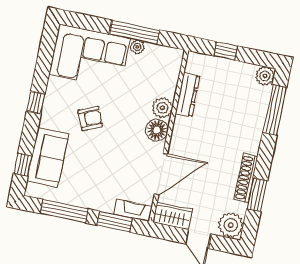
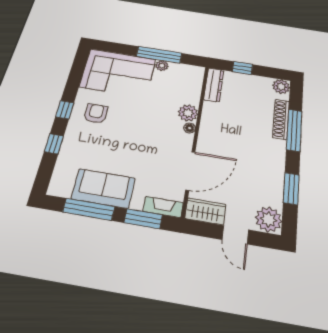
dresser: (188, 95) -> (214, 85), moved
window: (275, 110) -> (294, 130), moved
armchair: (90, 118) -> (96, 114), moved, turned -66
floor lamp: (157, 130) -> (190, 128), width x0.53, depth x0.53
sofa: (48, 158) -> (103, 188), moved, turned -90
window: (23, 165) -> (54, 144), moved
shoe rack: (246, 178) -> (281, 119), moved

